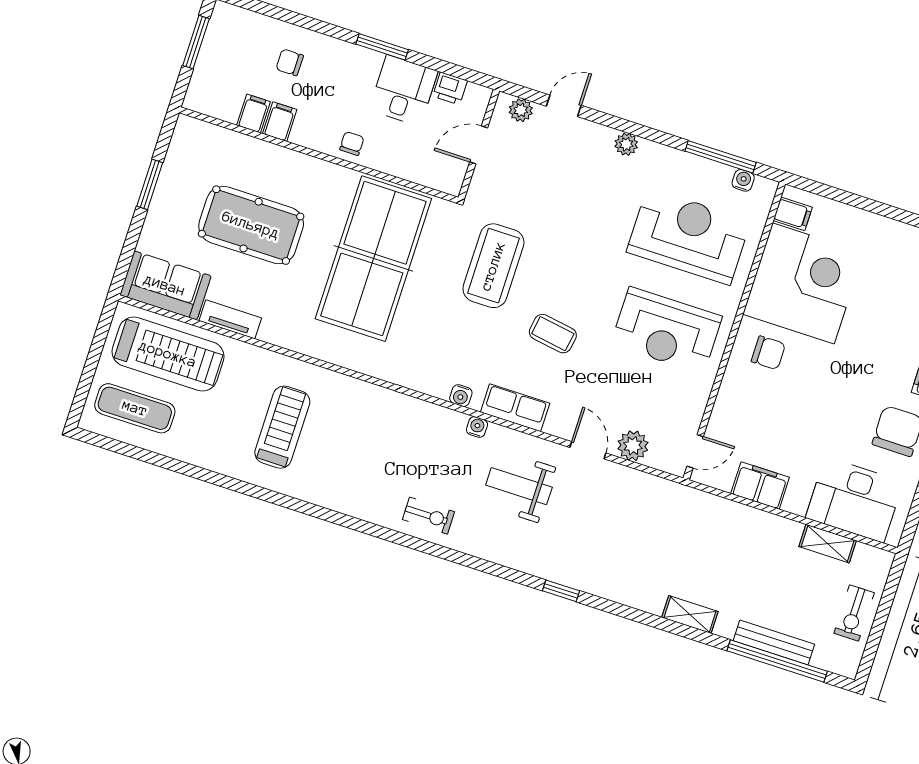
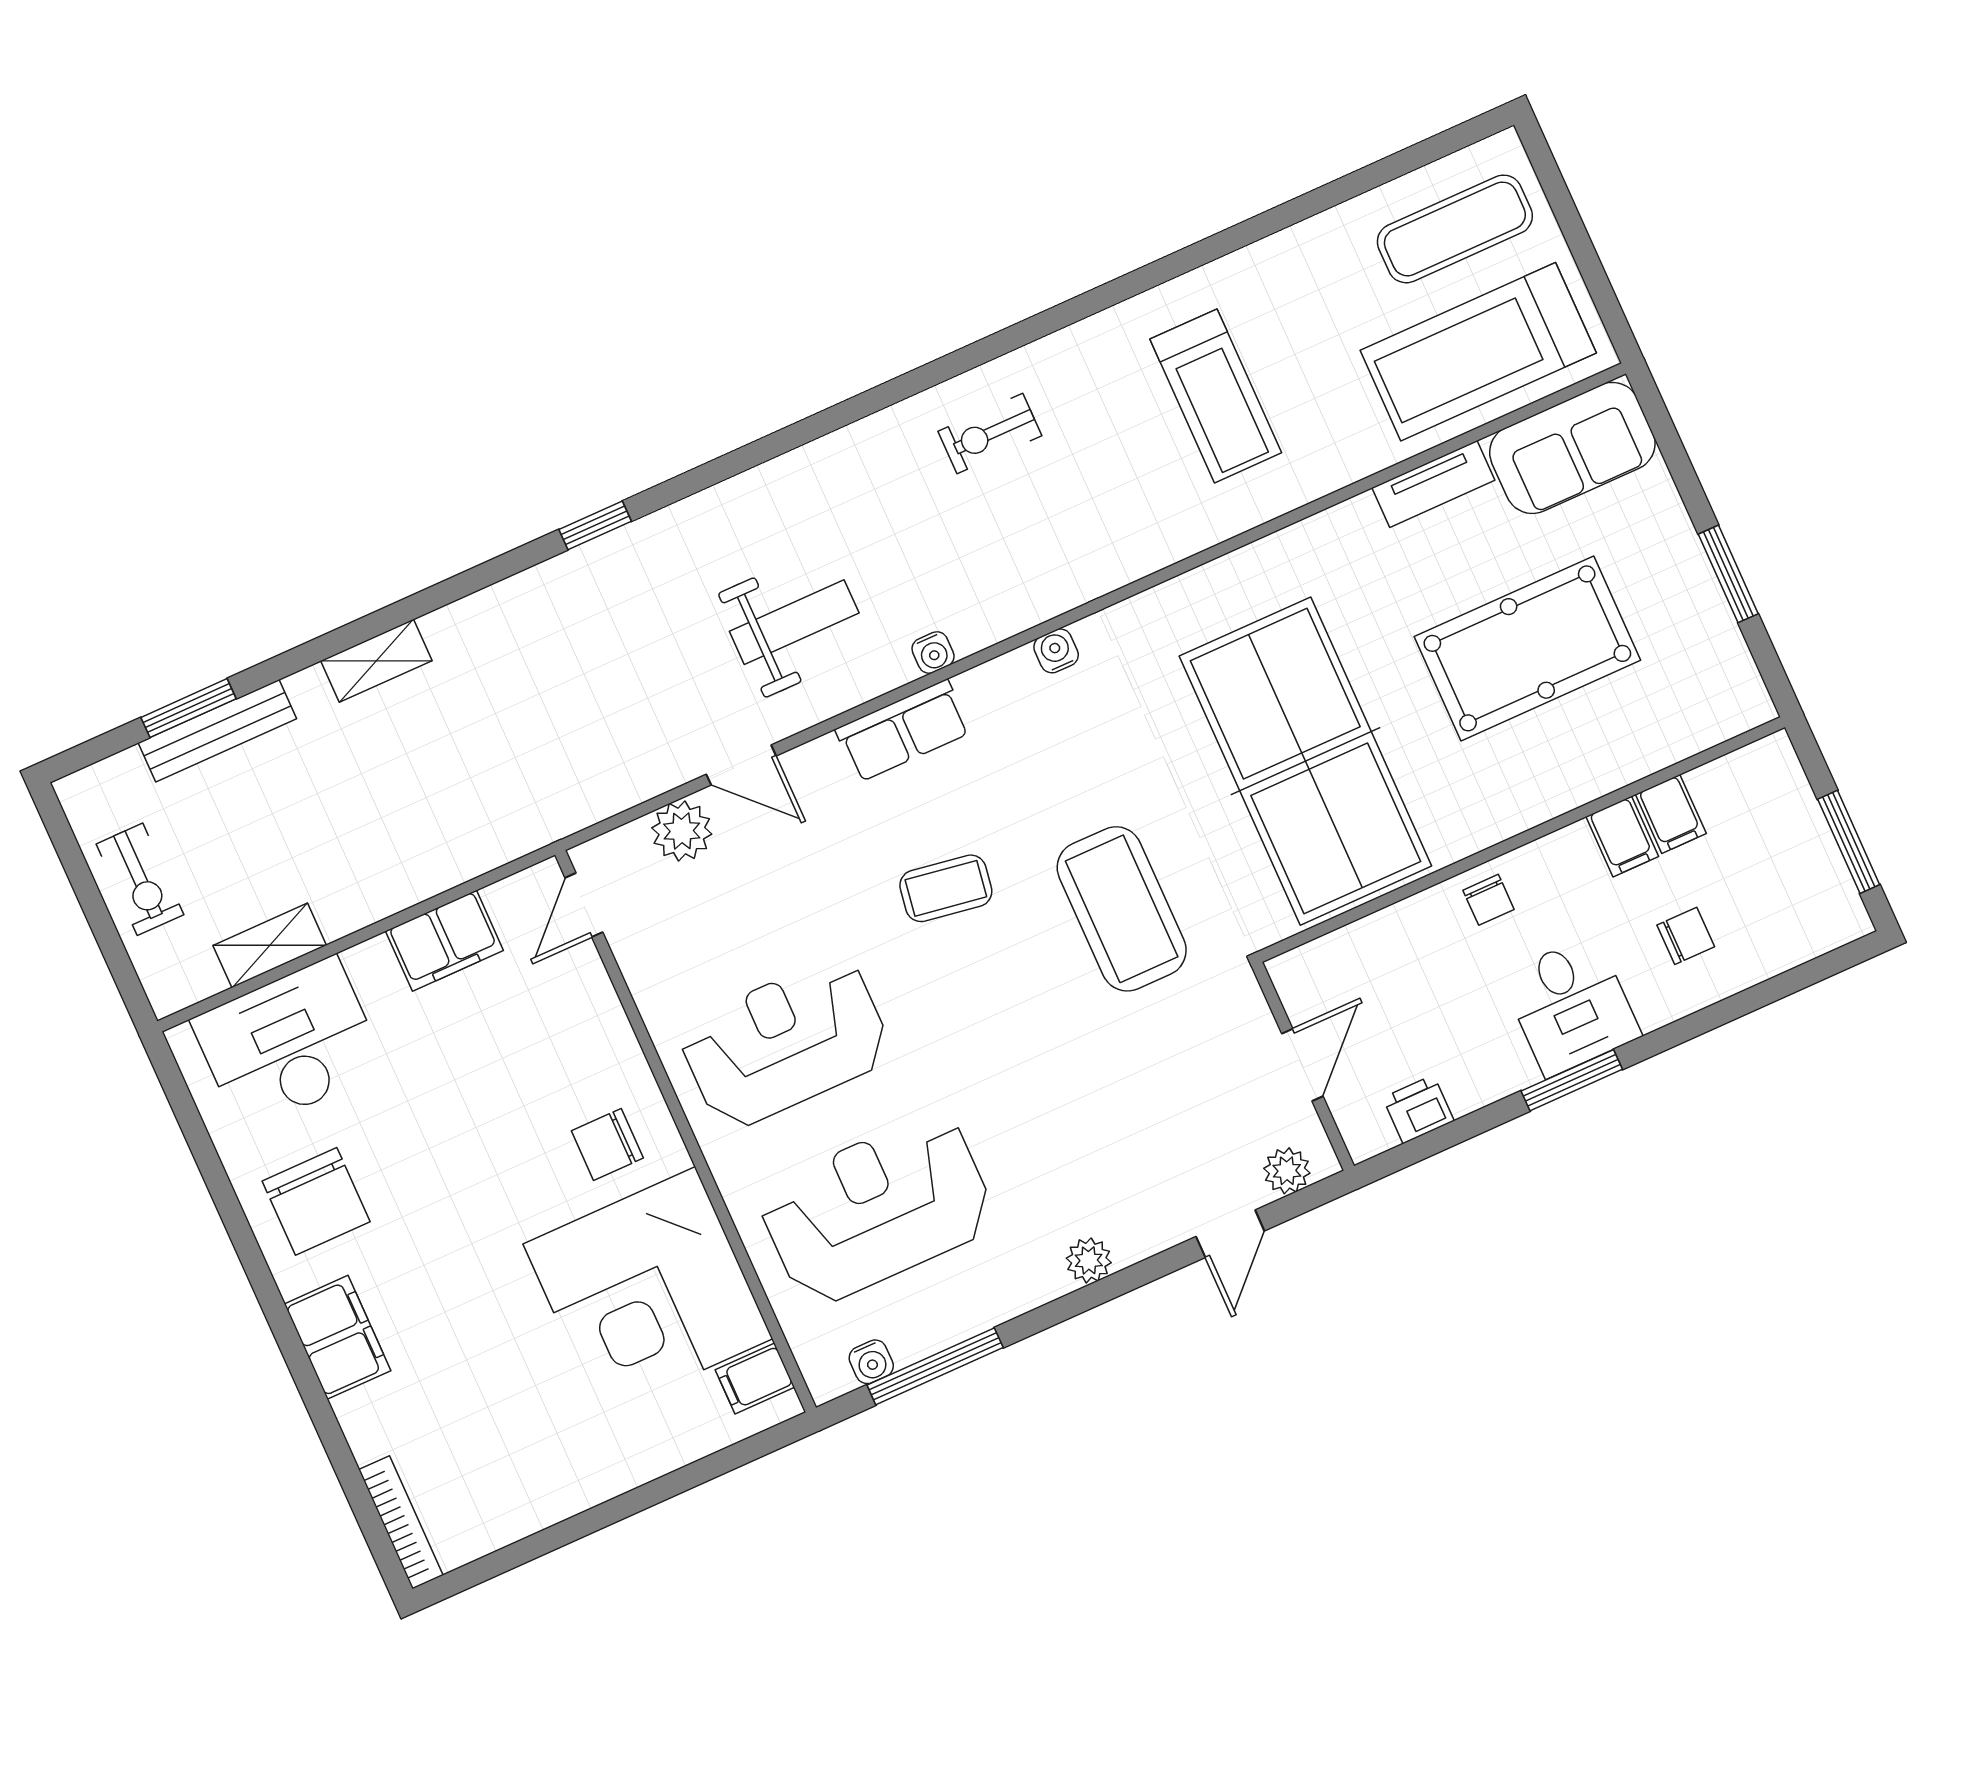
desk: (403, 90) -> (1571, 1006), moved
reception desk: (689, 236) -> (877, 1209), turned 180
water cooler: (461, 396) -> (1056, 651), moved
exercise bike: (428, 516) -> (990, 433), moved
exercise bike: (854, 613) -> (140, 879), turned 180
window: (777, 661) -> (189, 708), width x0.47

